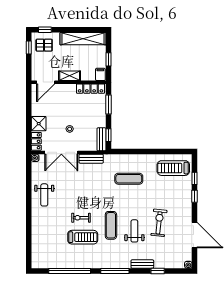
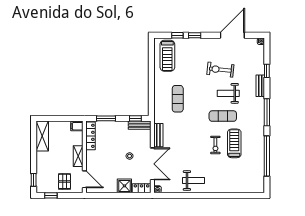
shelving: (83, 39) -> (42, 136), width x0.68
pallet: (44, 45) -> (64, 181), moved
window: (109, 59) -> (62, 118), removed

